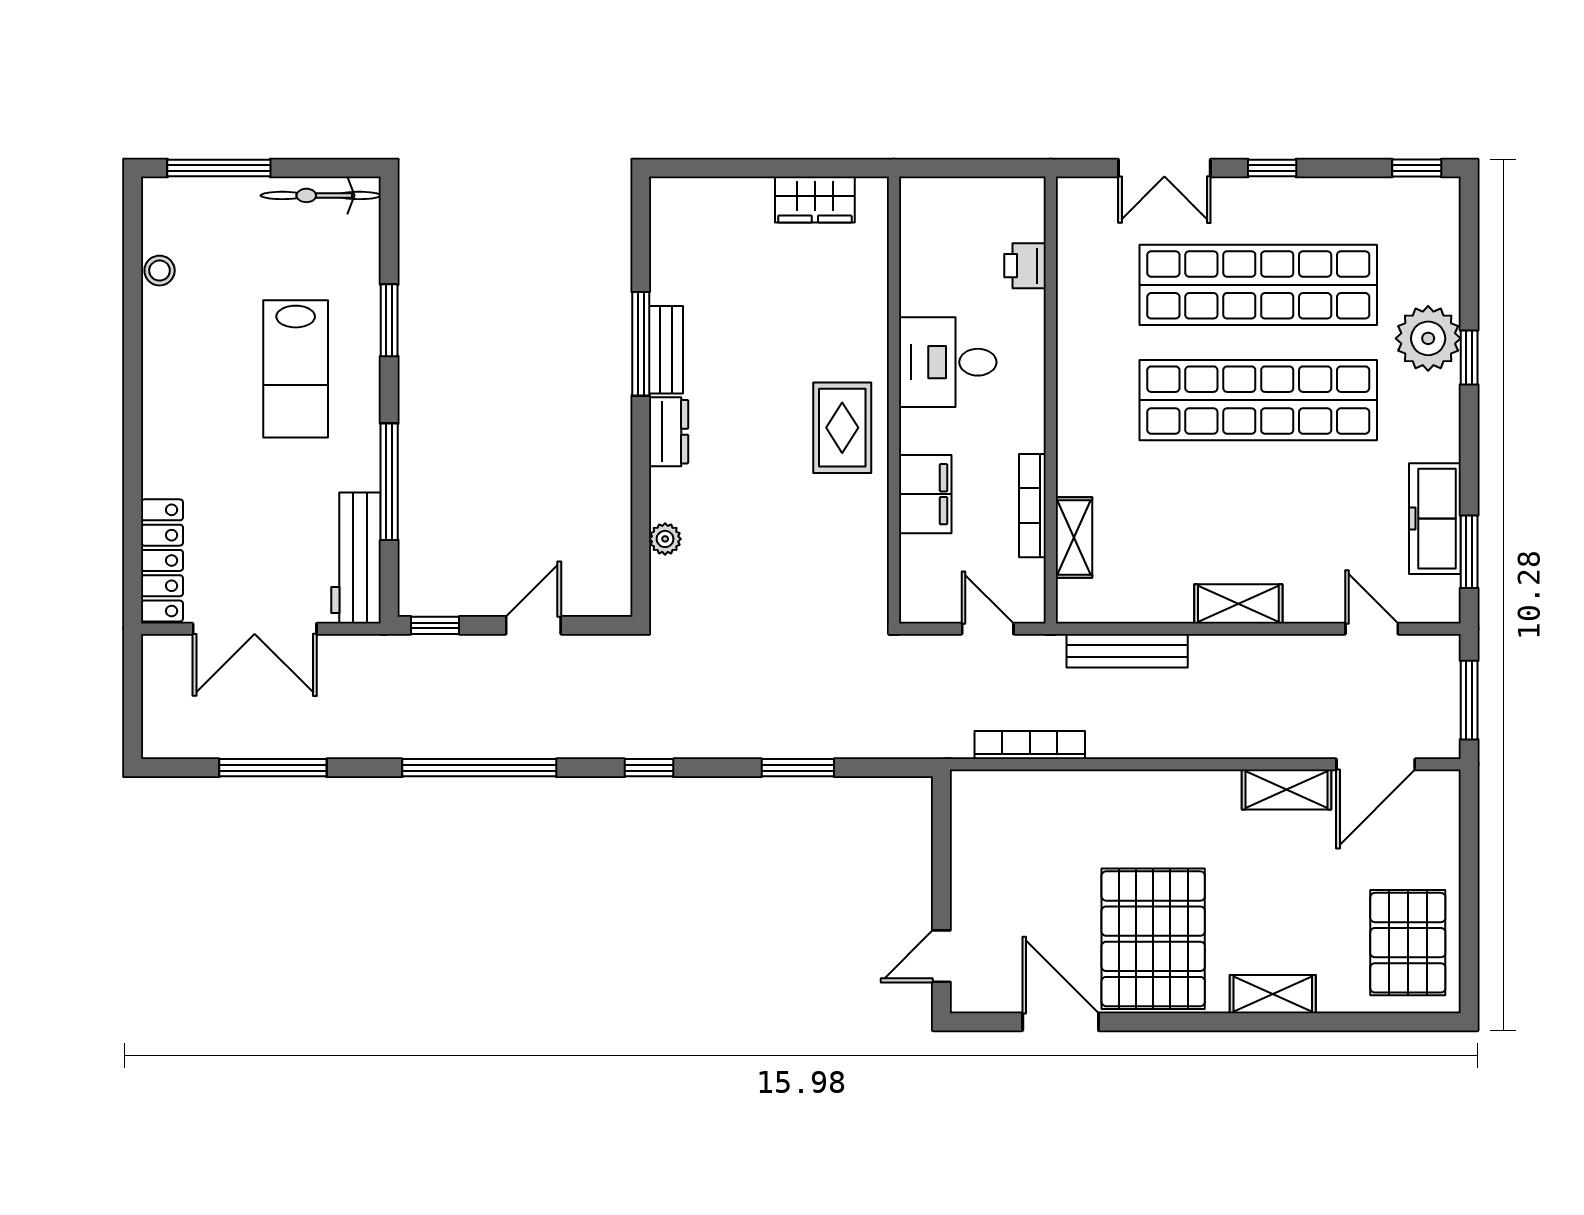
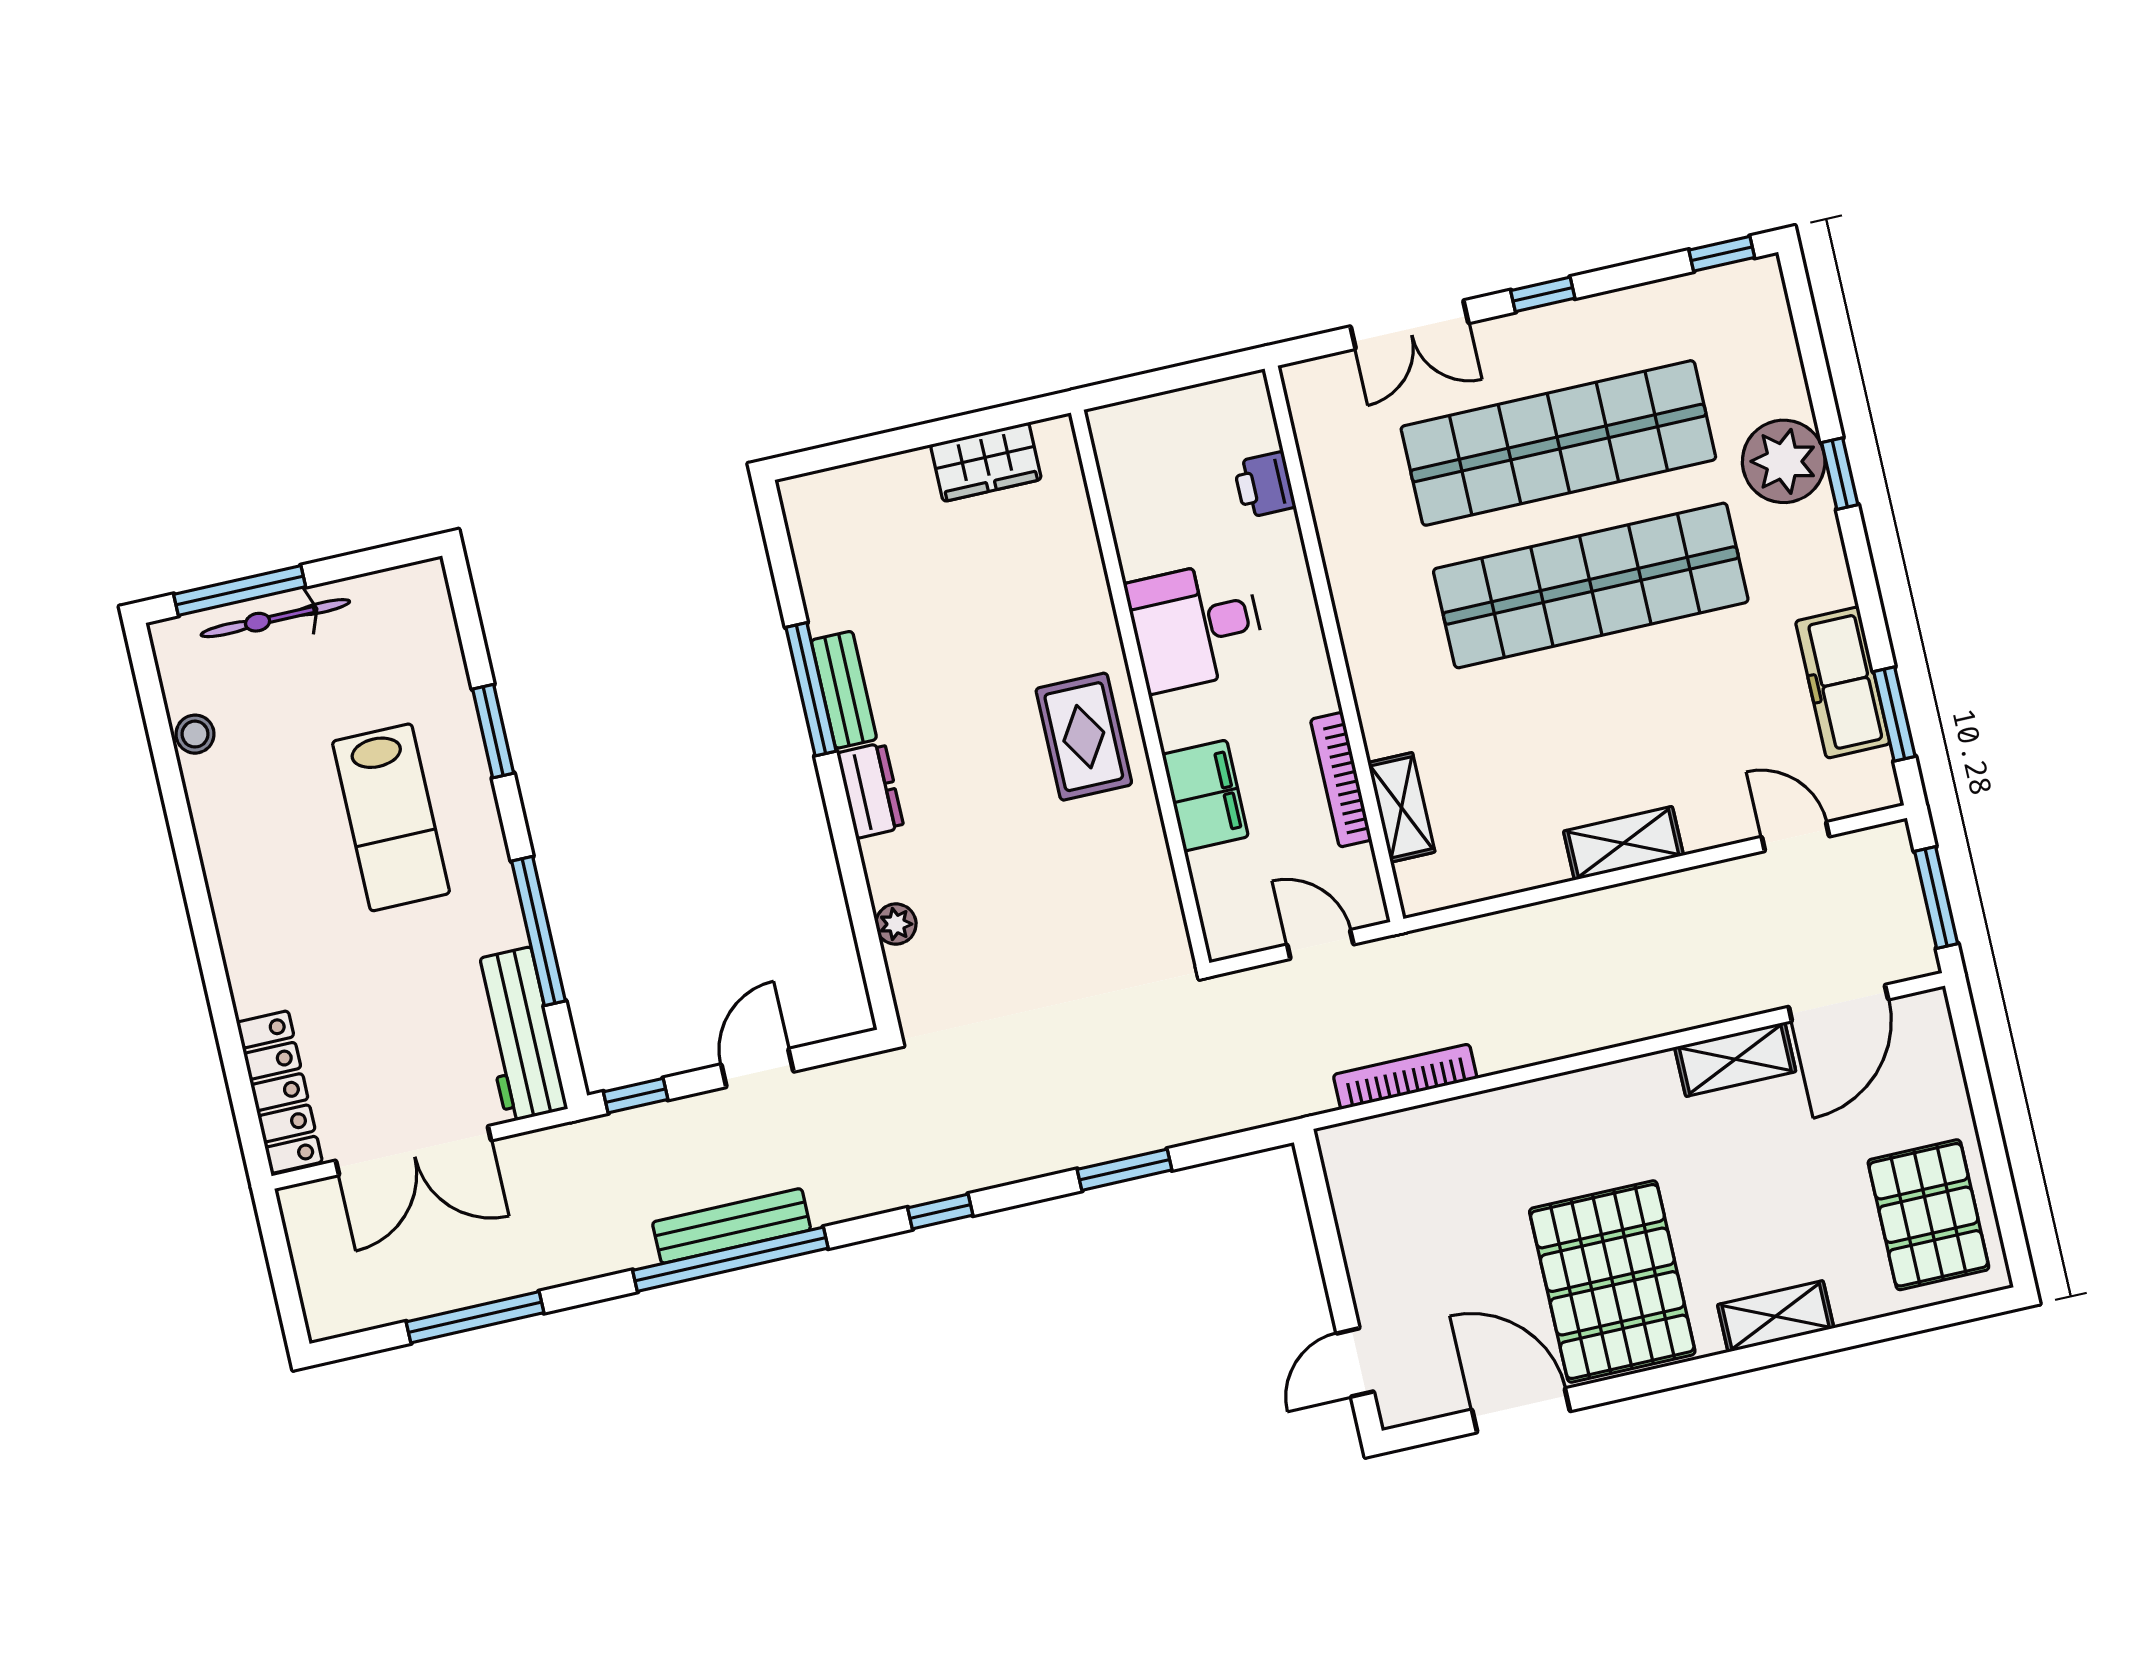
bicycle: (321, 195) -> (275, 618), moved
bench: (1127, 651) -> (732, 1226), moved

